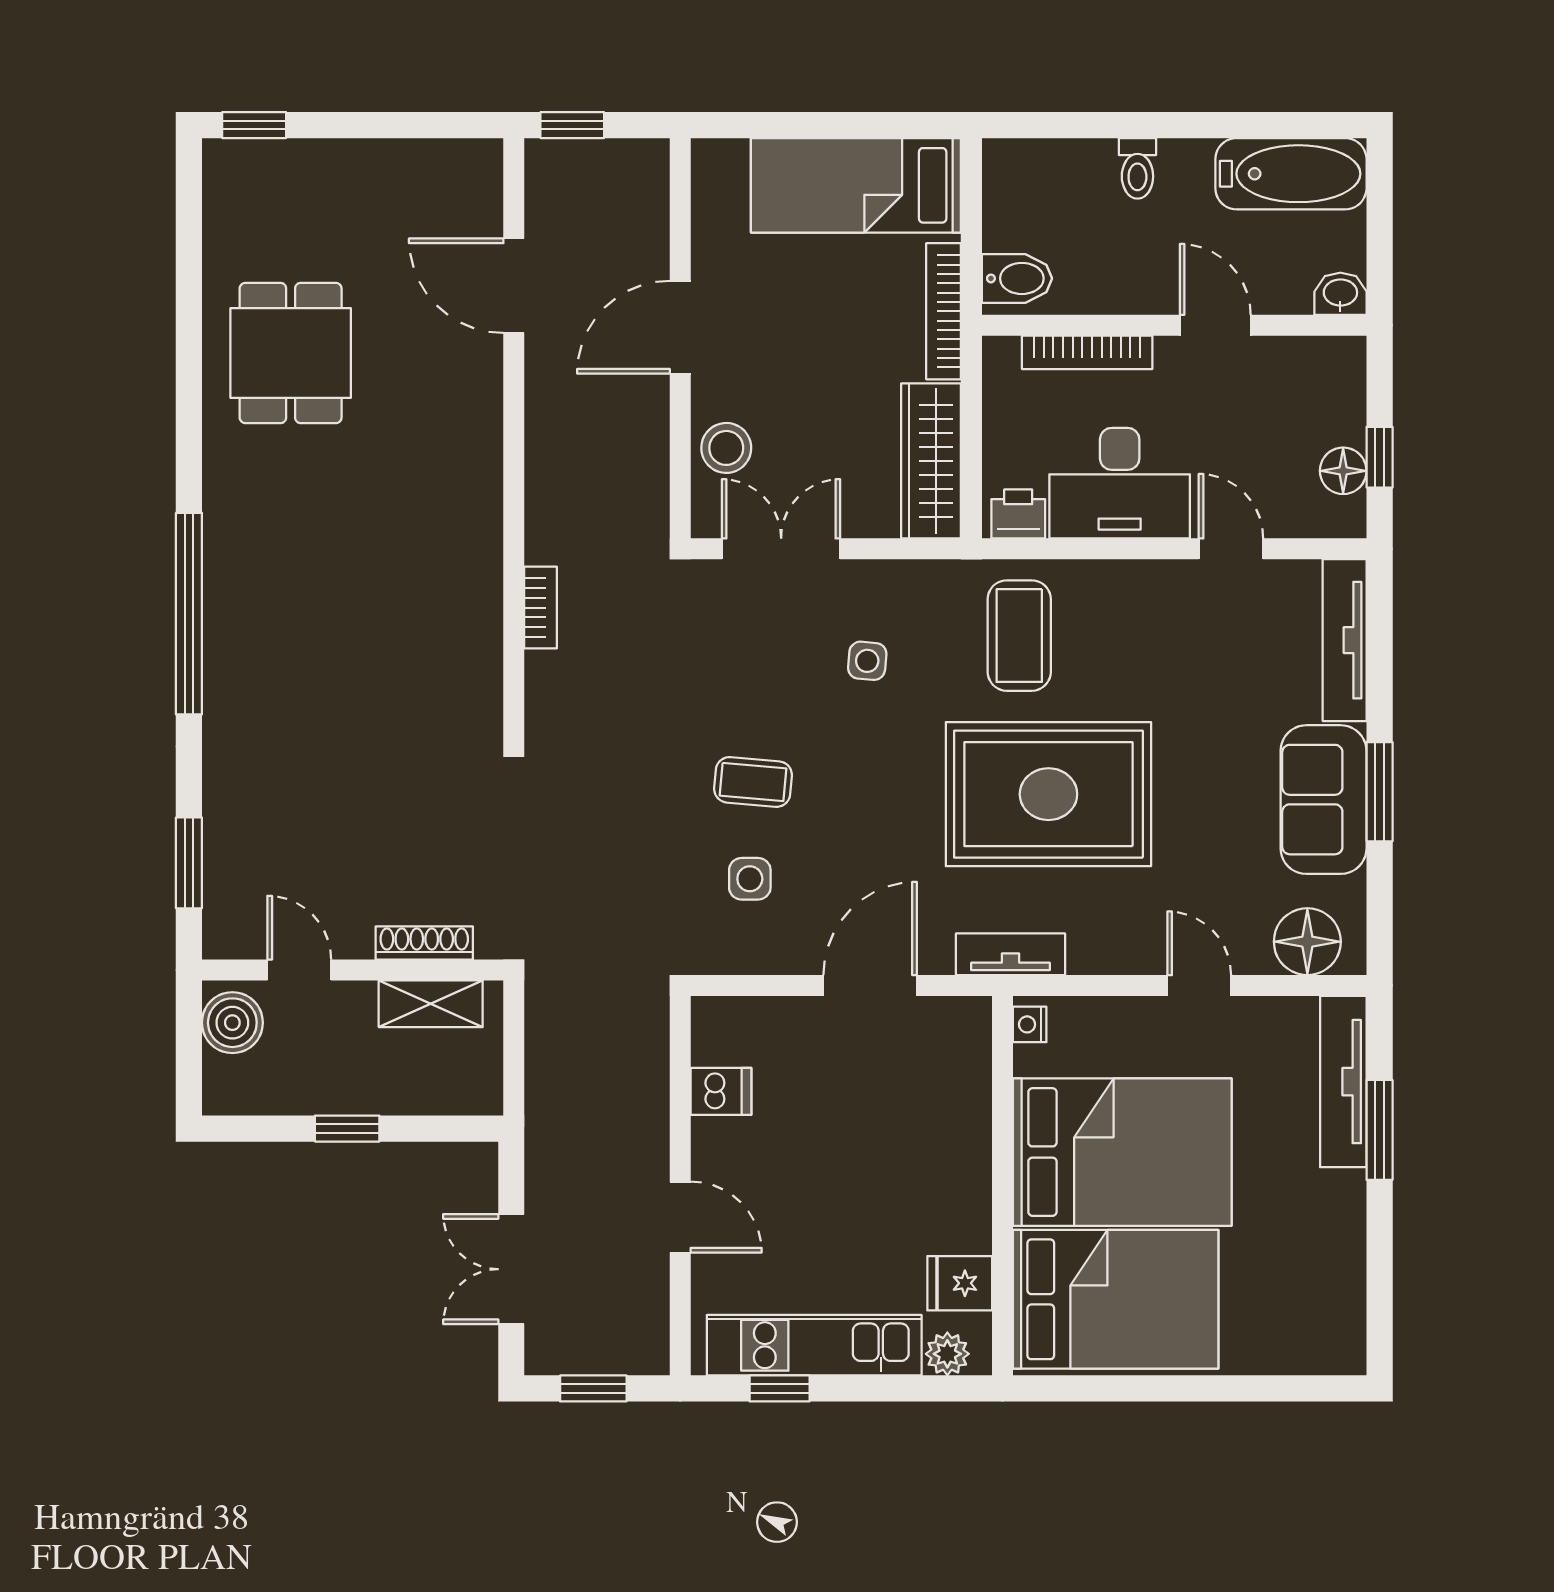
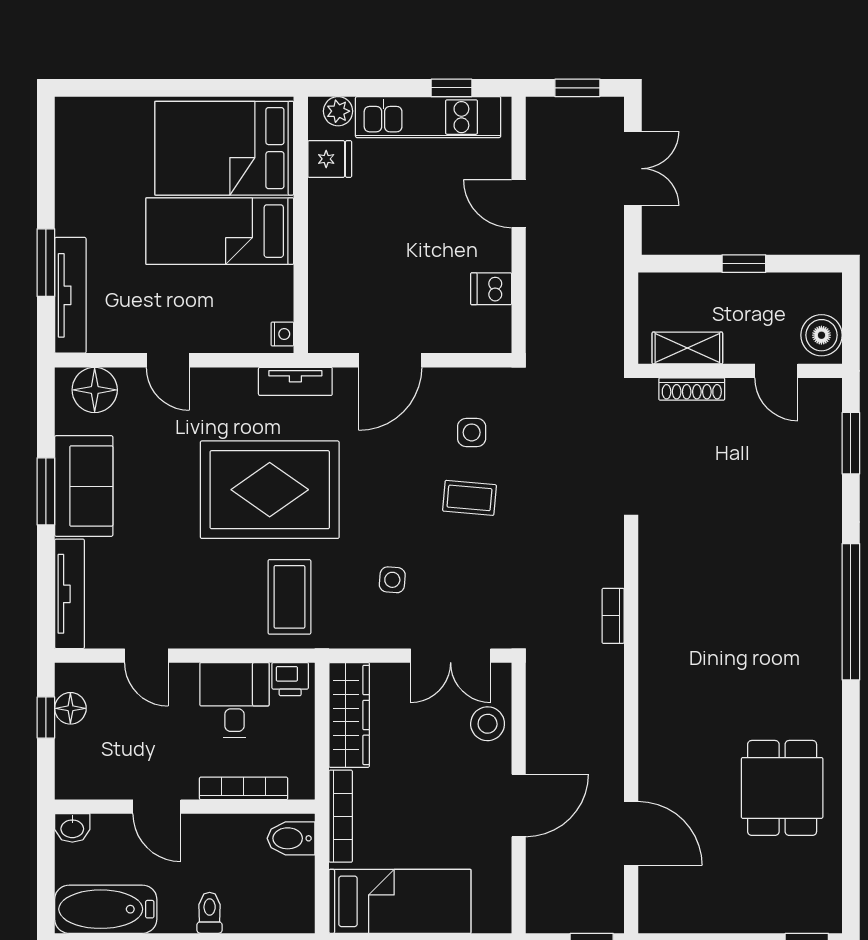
desk: (1120, 483) -> (234, 700), width x0.73
bed: (1122, 1152) -> (220, 231), width x0.67

